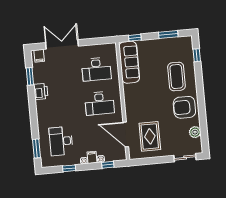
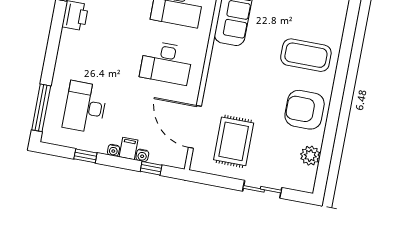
window: (197, 55) -> (349, 30), removed
coffee table: (176, 76) -> (306, 55), turned 90
window: (37, 149) -> (41, 108), width x1.44
sliding door: (185, 158) -> (262, 189), moved

